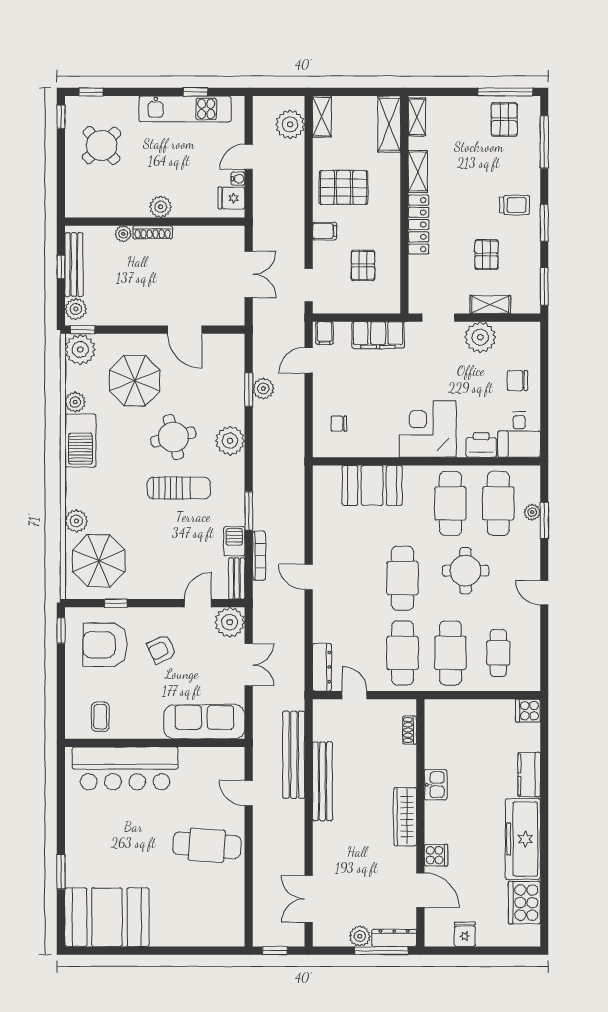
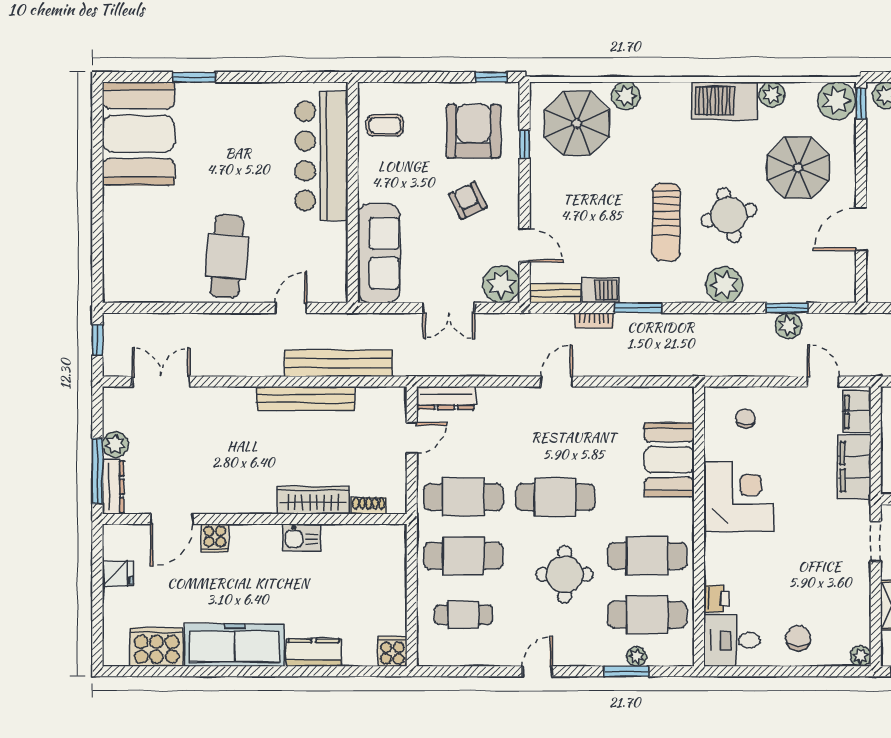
filing cabinet: (324, 333) -> (857, 412), width x2.00
plant: (480, 337) -> (861, 656), moved, width x0.53, depth x0.53
corner desk: (428, 429) -> (739, 497), moved
printer: (481, 445) -> (716, 599), width x0.73, depth x0.81
bookcase: (259, 556) -> (594, 320), width x0.64
wardrobe: (405, 817) -> (313, 500), moved

